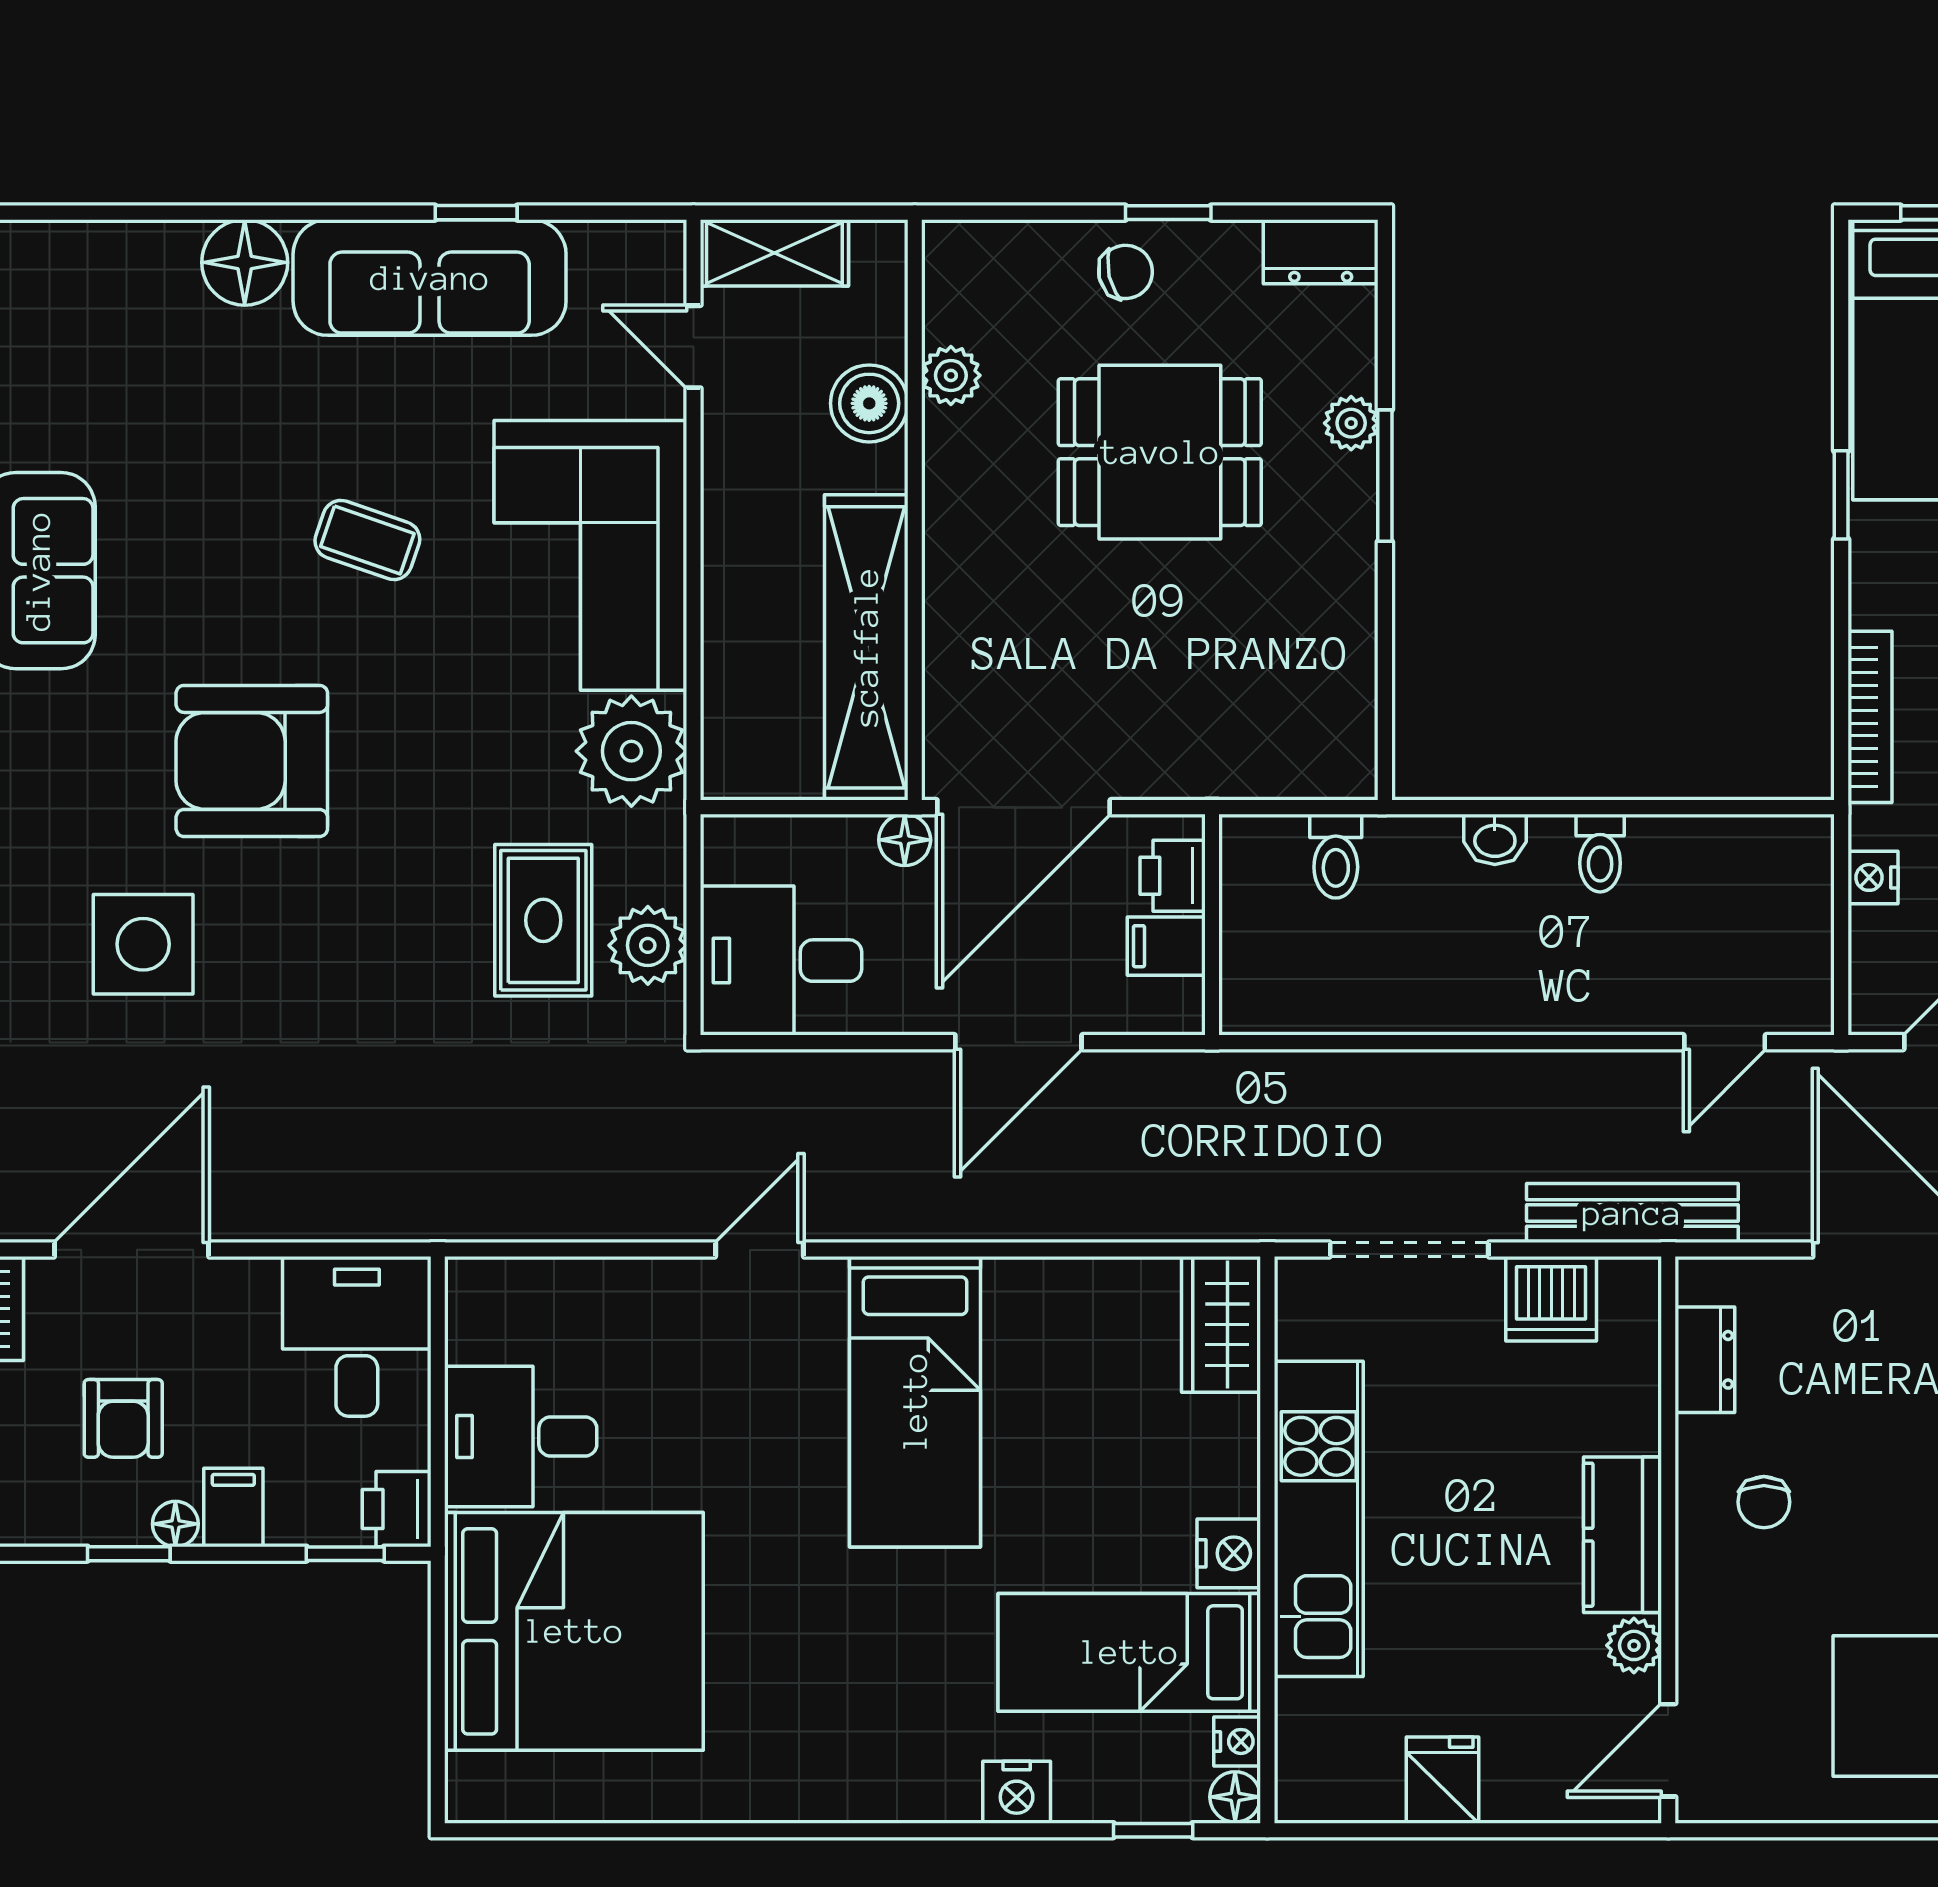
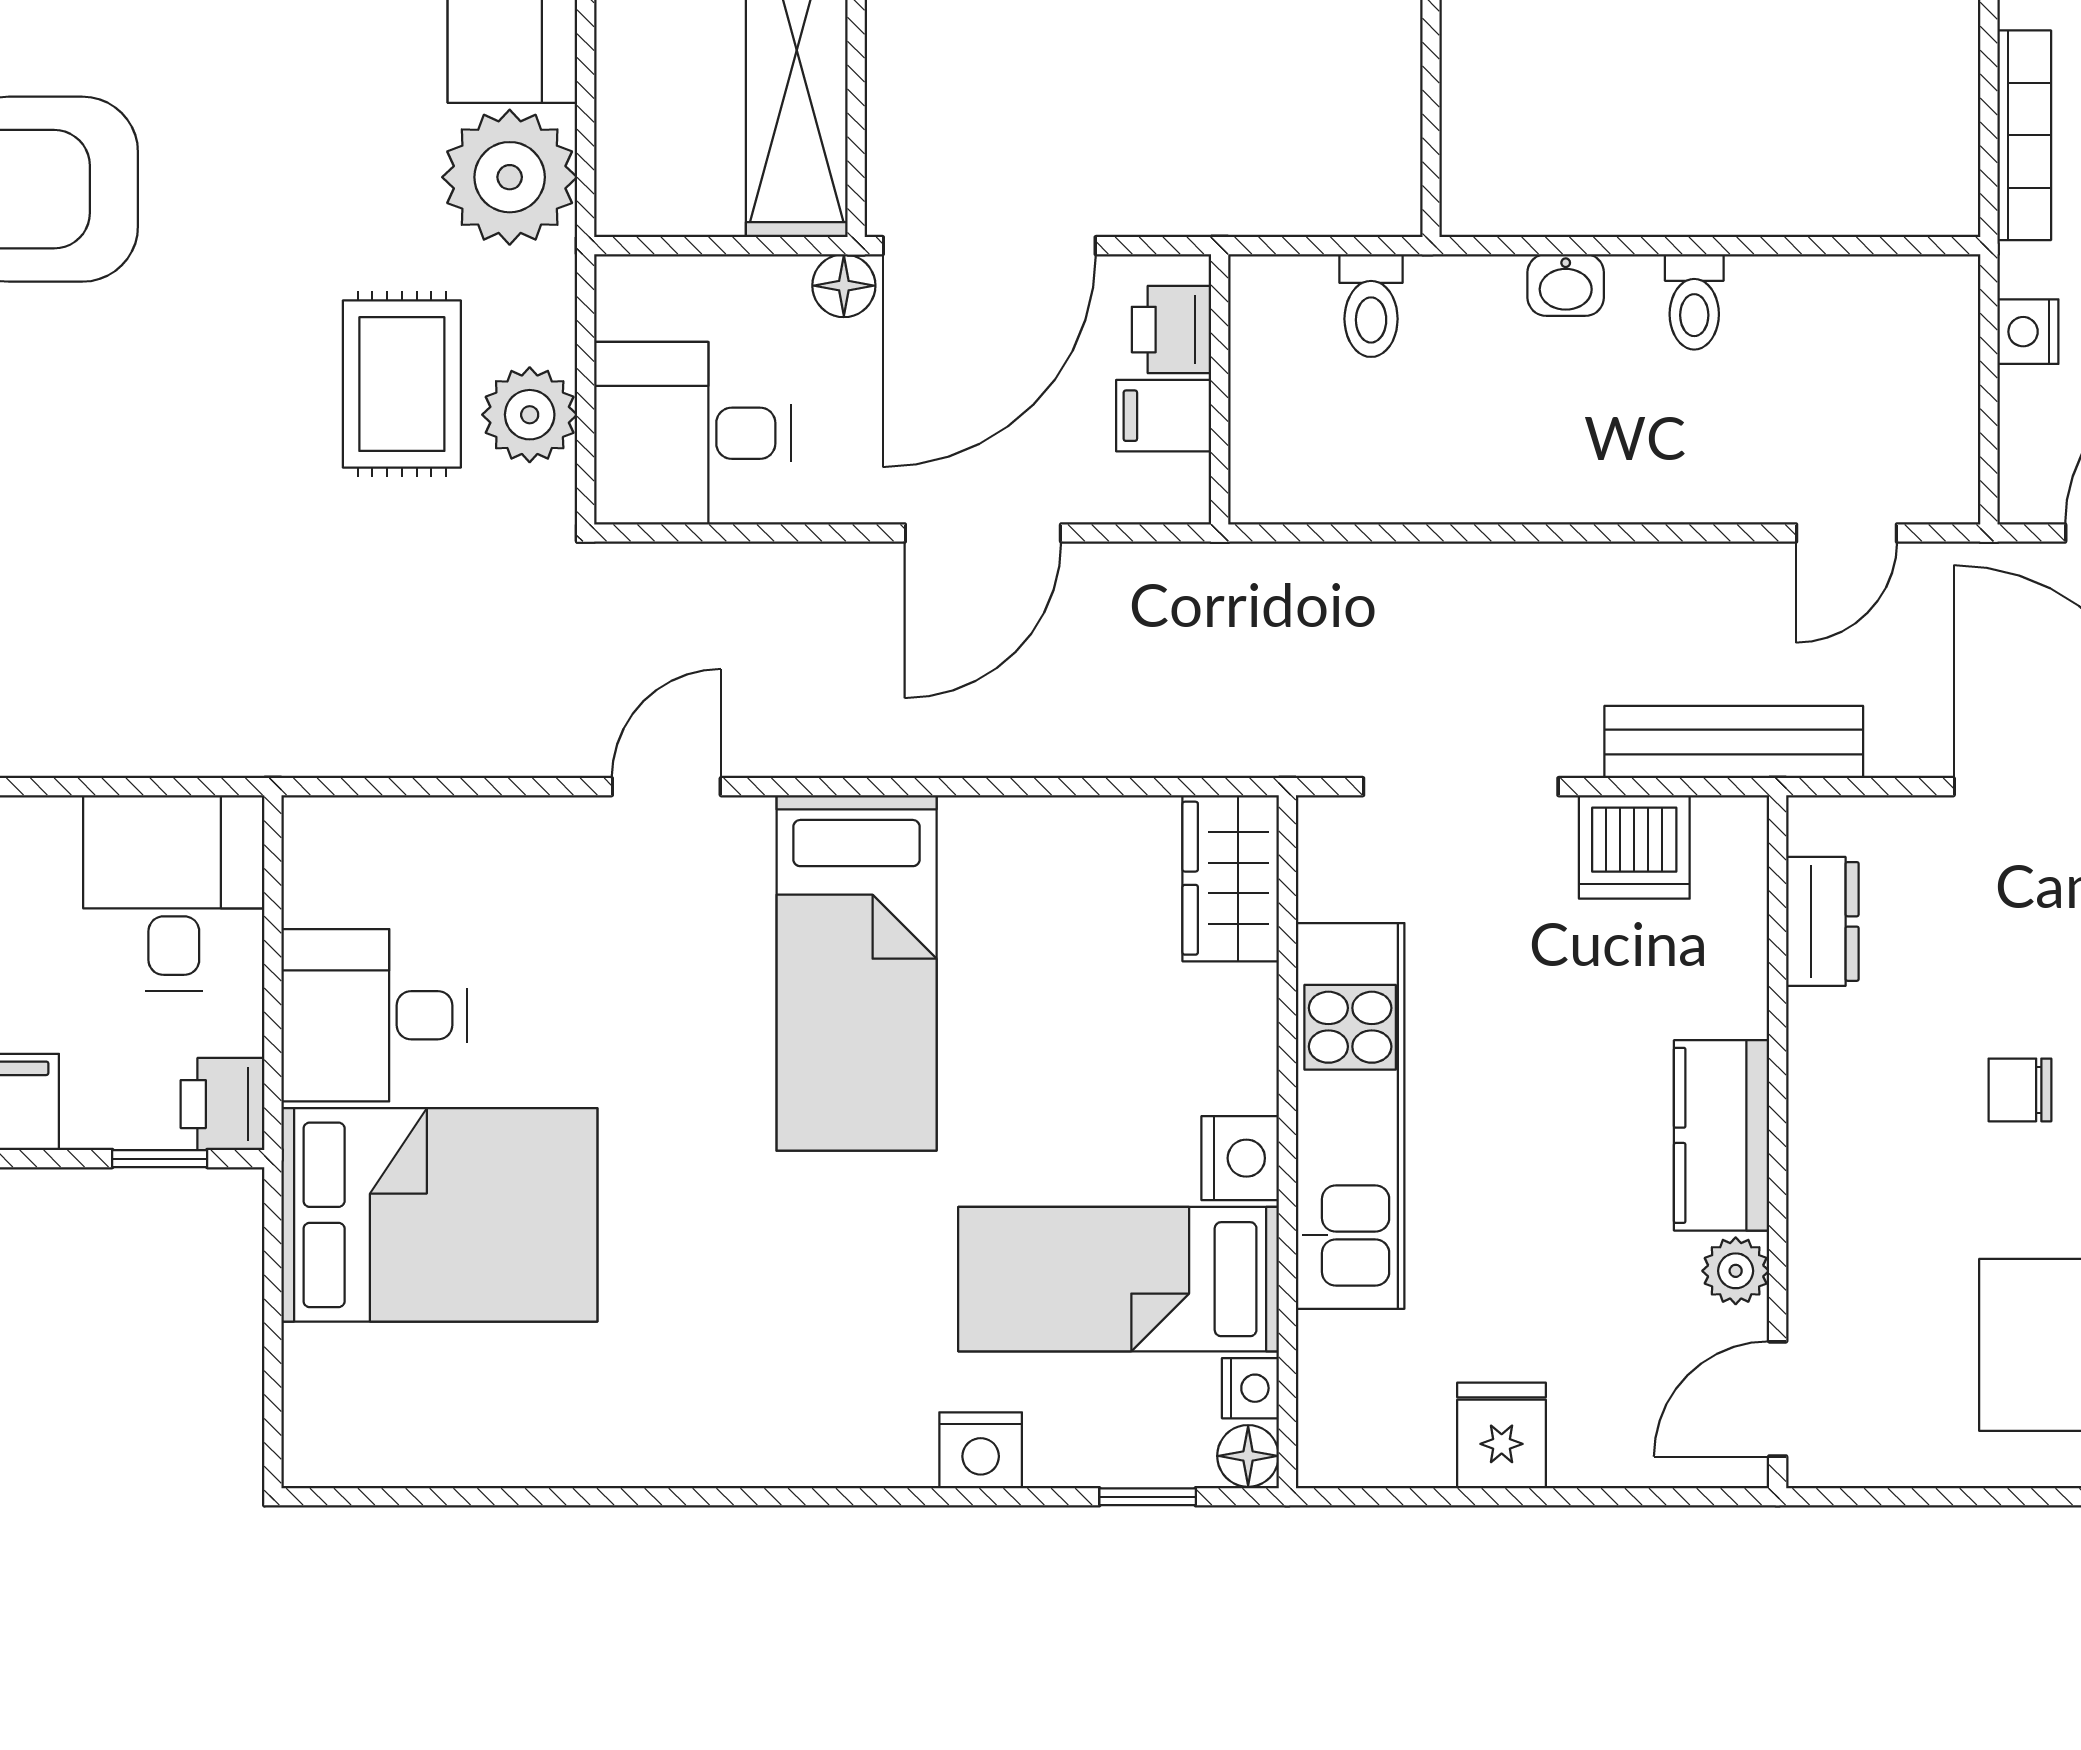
chair: (1764, 1502) -> (2020, 1090), moved, turned 90
bed: (574, 1631) -> (439, 1215), width x0.73

